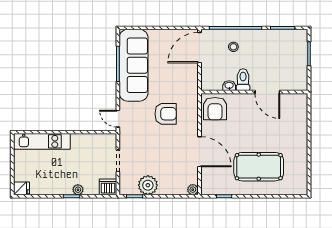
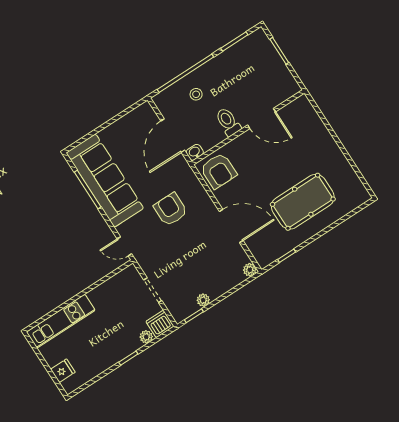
door: (199, 48) -> (173, 136), moved
washbasin: (229, 86) -> (195, 152), moved
armchair: (166, 114) -> (171, 209), turned -90
plant: (148, 185) -> (203, 300), width x0.53, depth x0.53
fridge: (21, 188) -> (63, 371), moved
plant: (78, 190) -> (146, 337), moved

